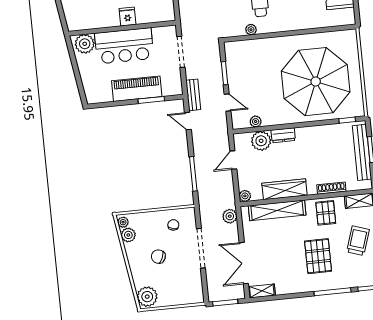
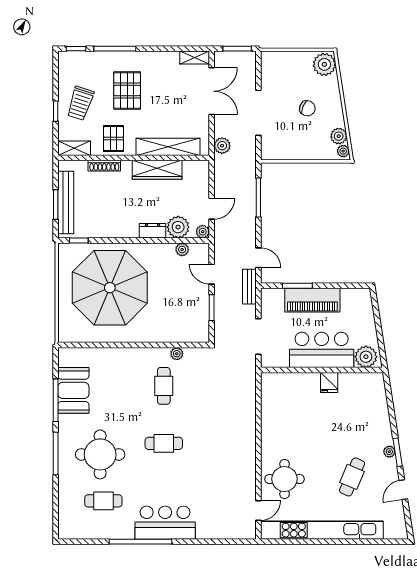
fridge: (127, 17) -> (329, 383), moved
plant: (245, 196) -> (203, 232), moved
chair: (173, 225) -> (287, 142), removed

